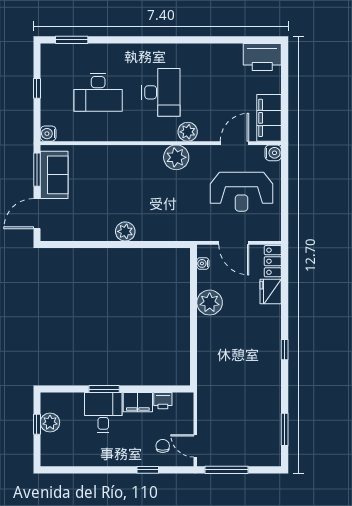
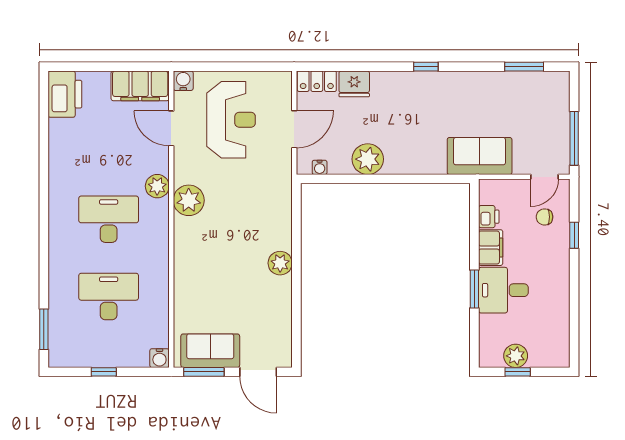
desk: (98, 92) -> (109, 297), turned -90
sofa: (212, 393) -> (480, 156), added

